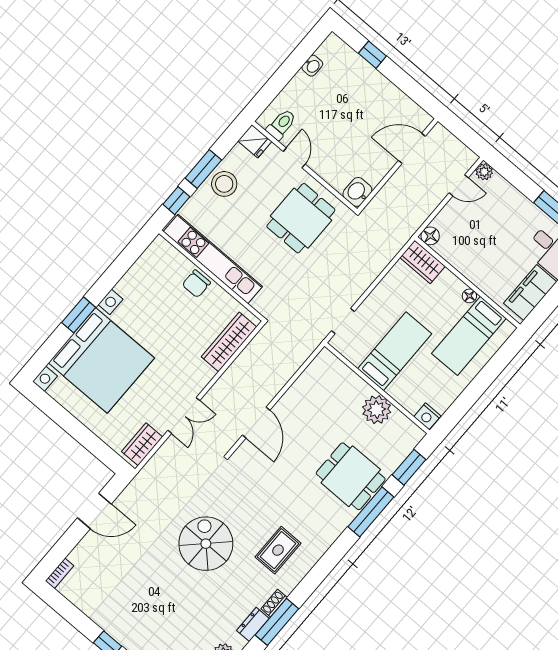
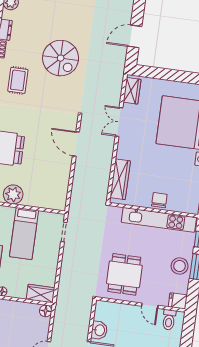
washbasin: (357, 192) -> (99, 330), moved

